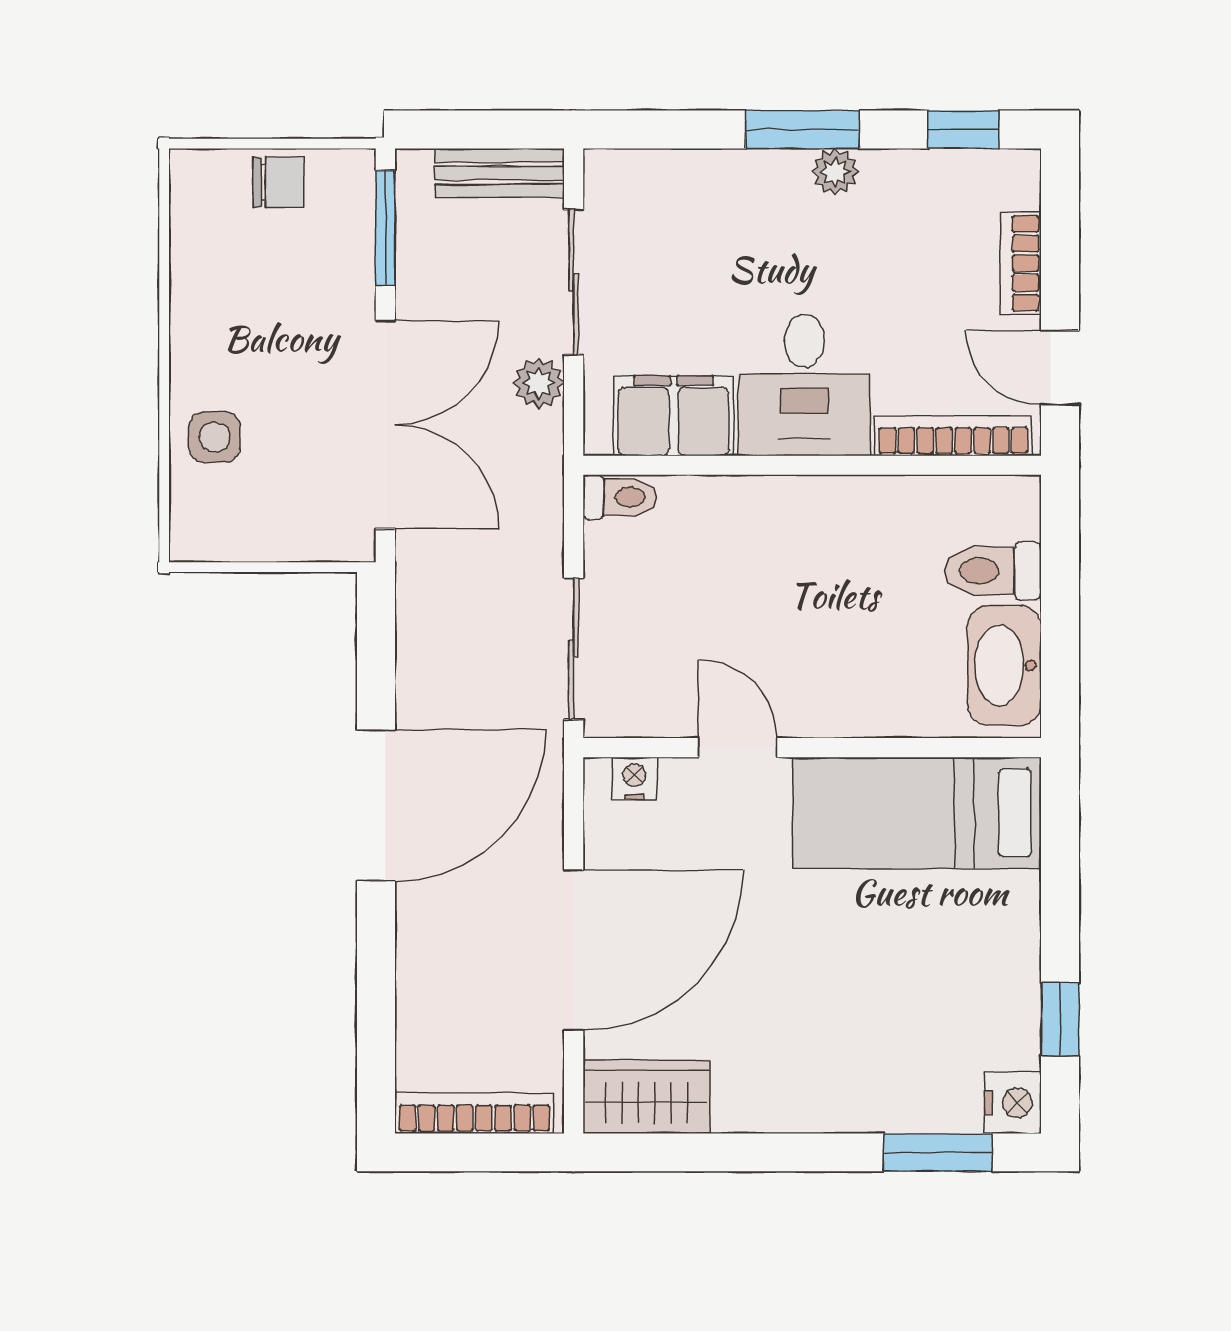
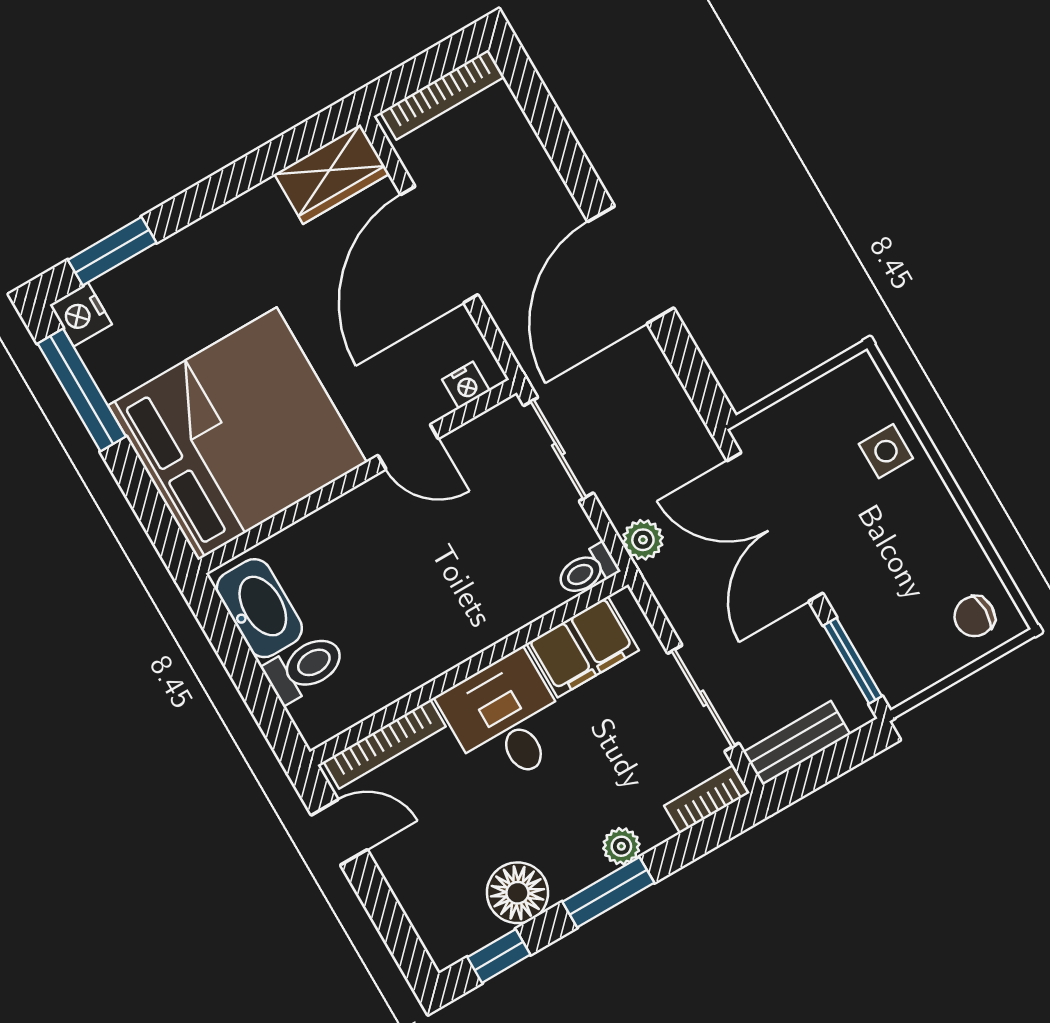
plant: (835, 172) -> (621, 846), moved
chair: (279, 182) -> (975, 616), moved
floor lamp: (903, 187) -> (517, 893), added
bookcase: (1021, 263) -> (707, 799), moved, turned -90
plant: (539, 383) -> (643, 540), moved
bed: (917, 813) -> (237, 434), width x2.04
window: (1060, 1019) -> (82, 390), width x2.17

